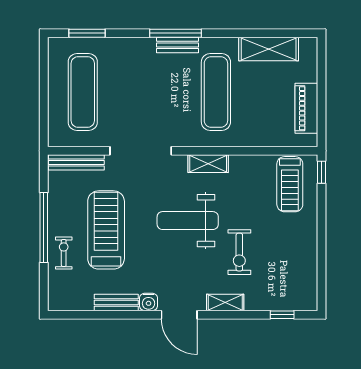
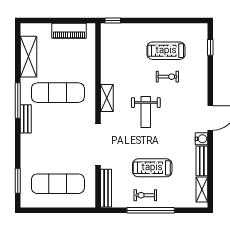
window: (176, 33) -> (18, 101), moved
treadmill: (290, 184) -> (166, 51), moved, turned 180
weight bench: (188, 221) -> (146, 112), width x0.73, depth x0.75
treadmill: (106, 230) -> (152, 168), width x0.73, depth x0.73
exercise bike: (239, 252) -> (167, 77), width x0.73, depth x0.72
exercise bike: (64, 253) -> (145, 195), moved
shelving: (225, 303) -> (202, 190), moved

